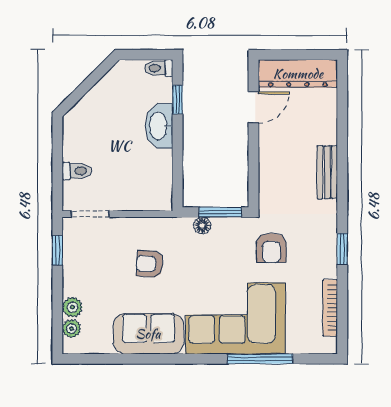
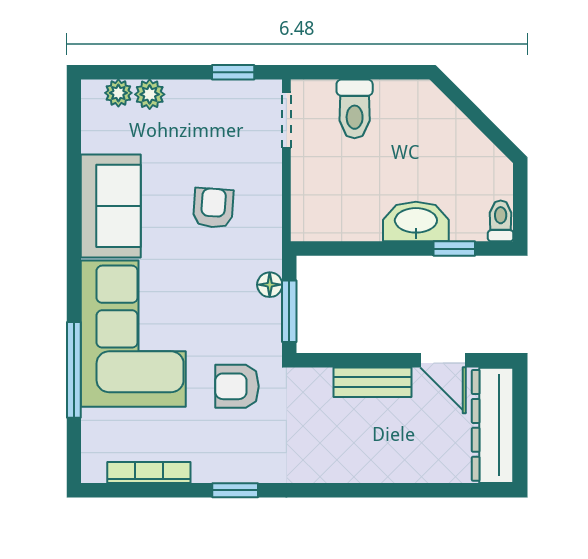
toilet: (77, 171) -> (355, 109), width x1.37, depth x1.39
bench: (327, 172) -> (373, 382), moved

